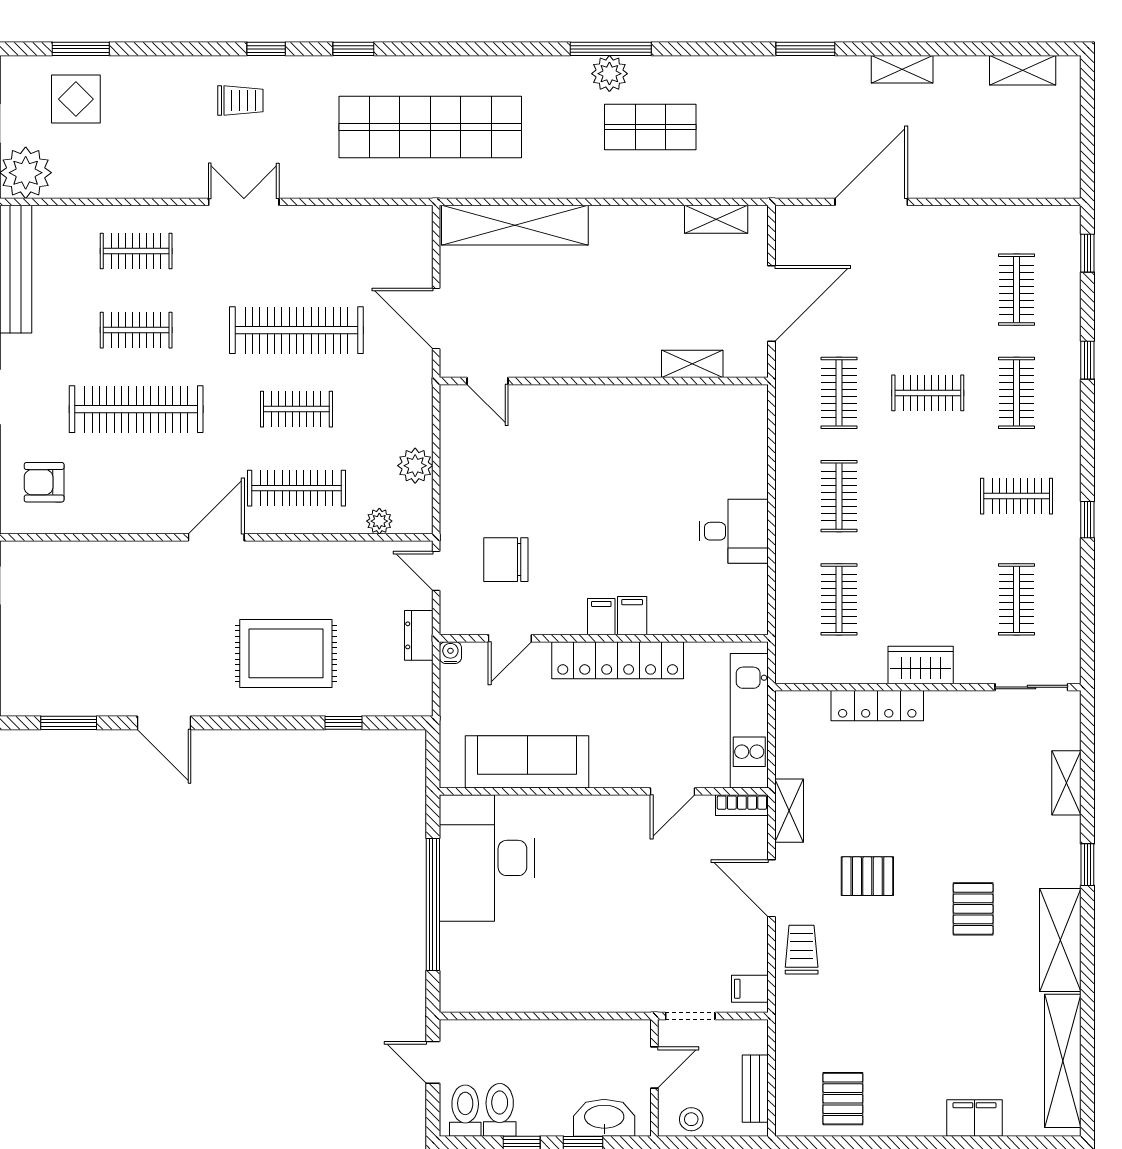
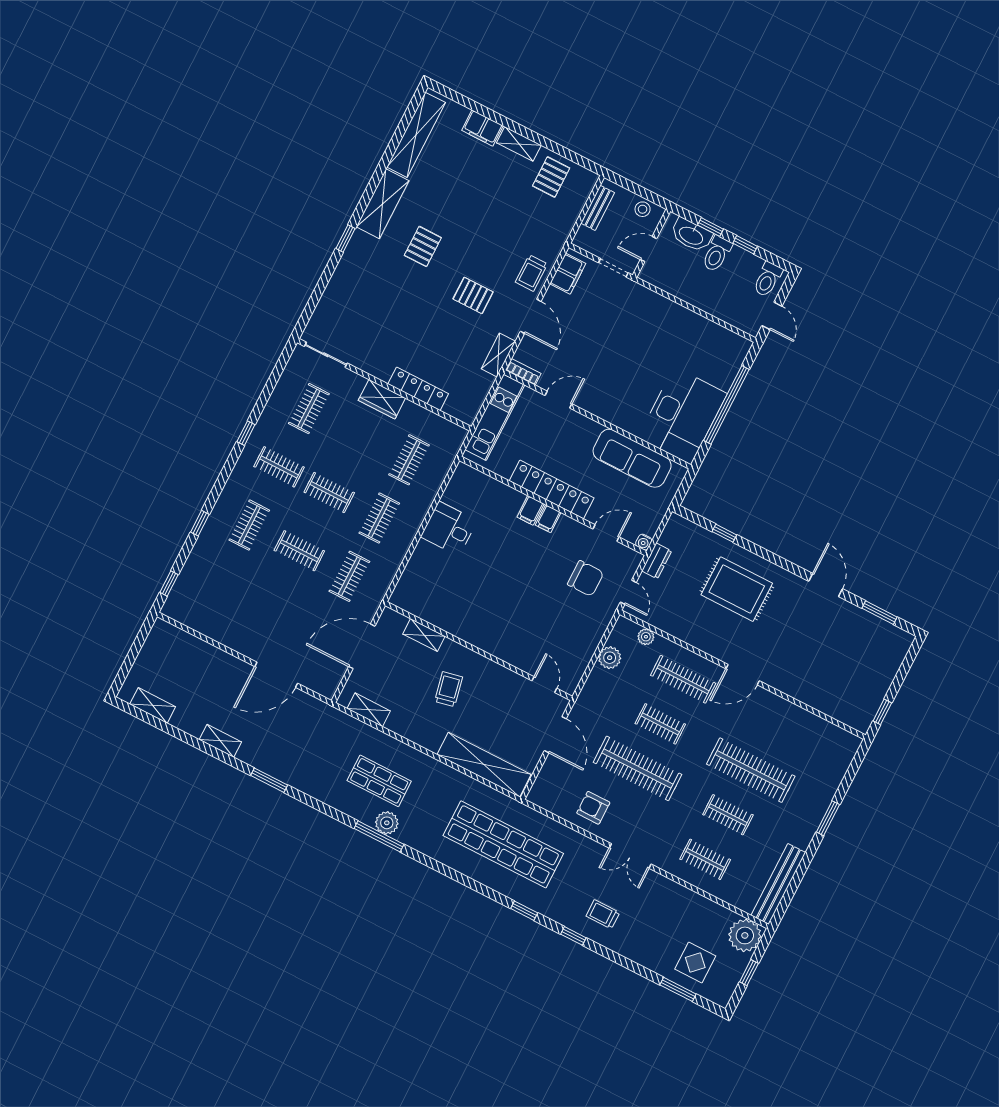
clothes rail: (1017, 290) -> (329, 492), moved, turned 90
trolley: (619, 306) -> (449, 689), added
armchair: (44, 482) -> (593, 808), moved, turned 180
shelving: (1066, 783) -> (519, 144), moved, turned 90
filing cabinet: (750, 989) -> (568, 274), width x2.00
toilet: (500, 1110) -> (717, 254), moved

